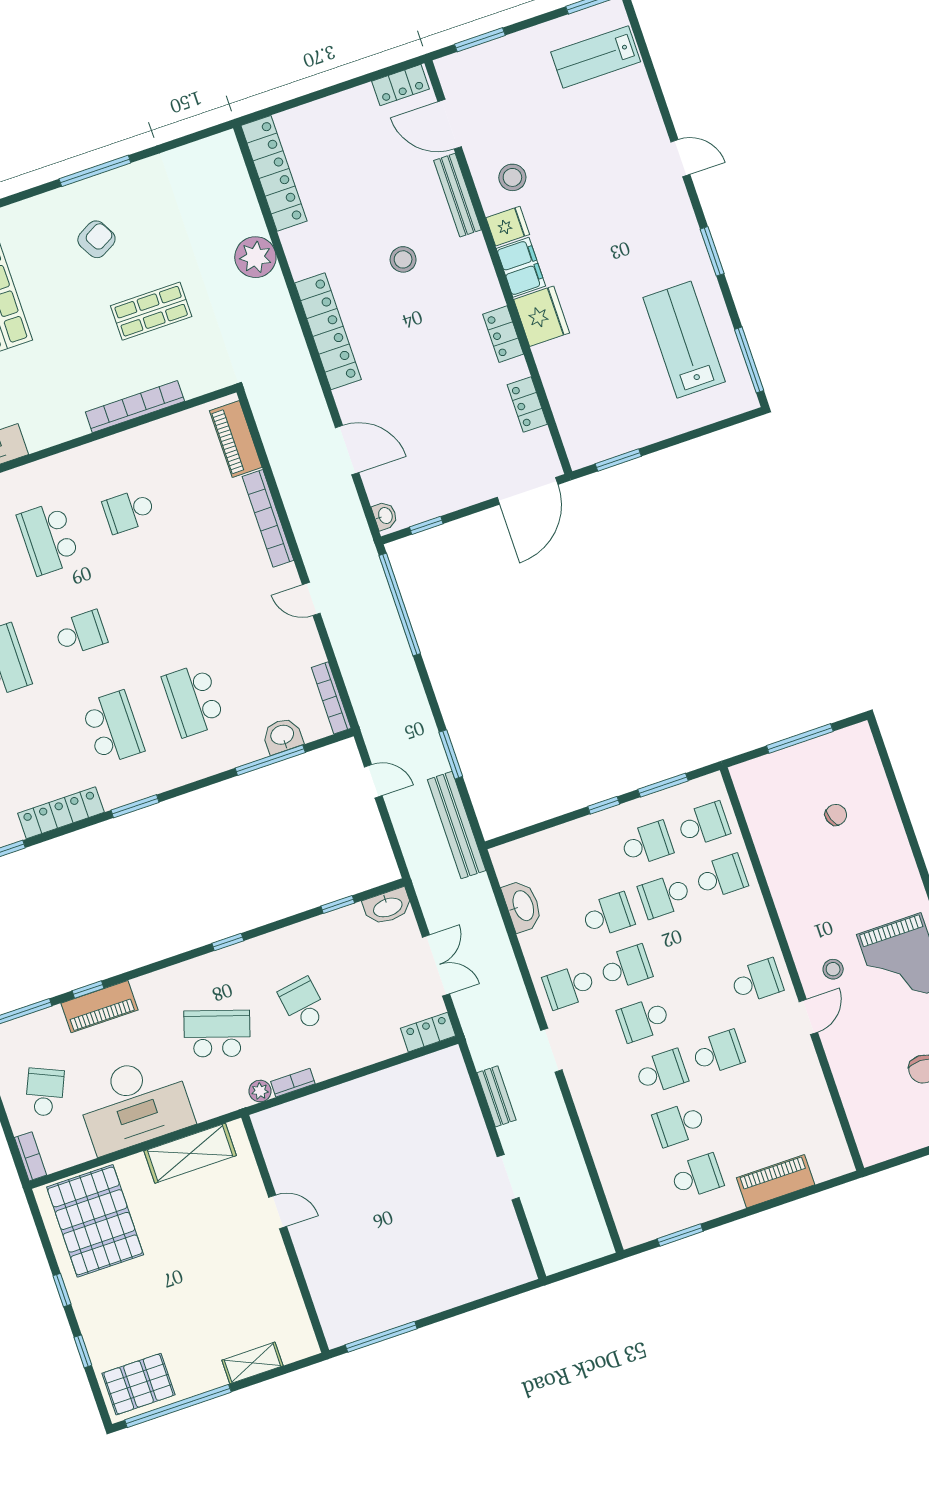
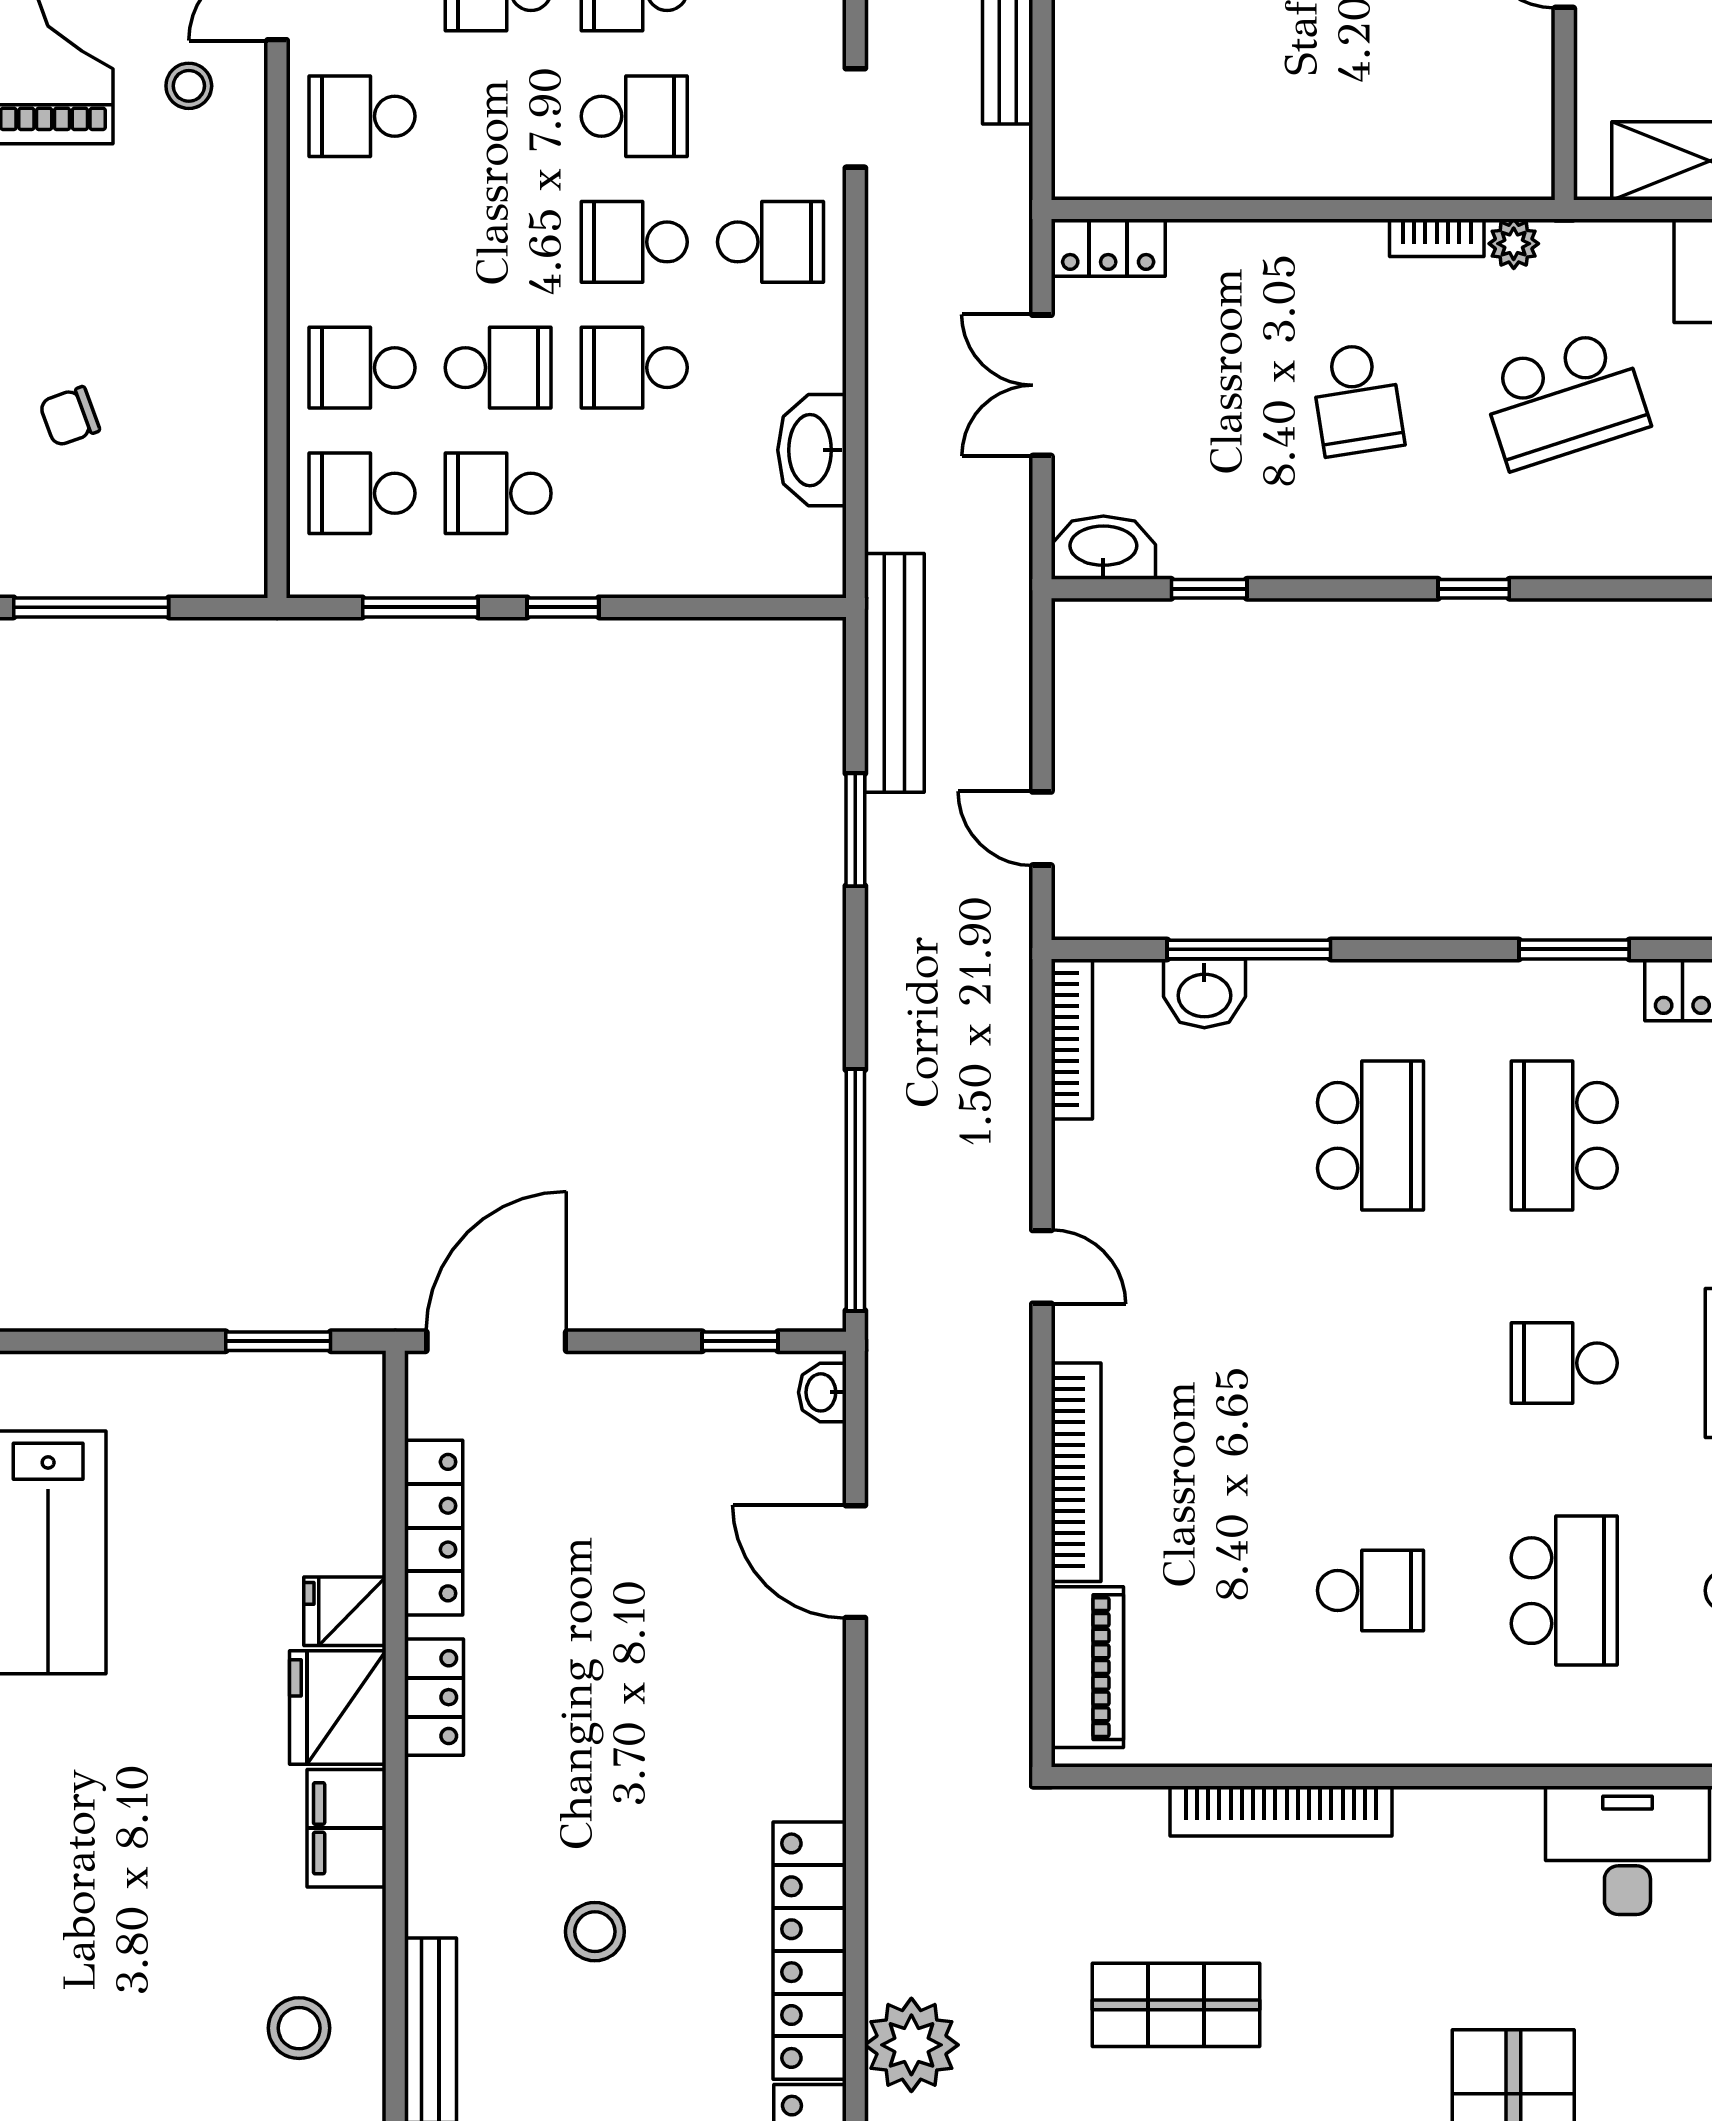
fridge: (508, 226) -> (345, 1611), moved
locker: (328, 331) -> (810, 1951), moved
locker: (527, 404) -> (434, 1528), width x1.53
school desk: (217, 1034) -> (1564, 399), turned -36

